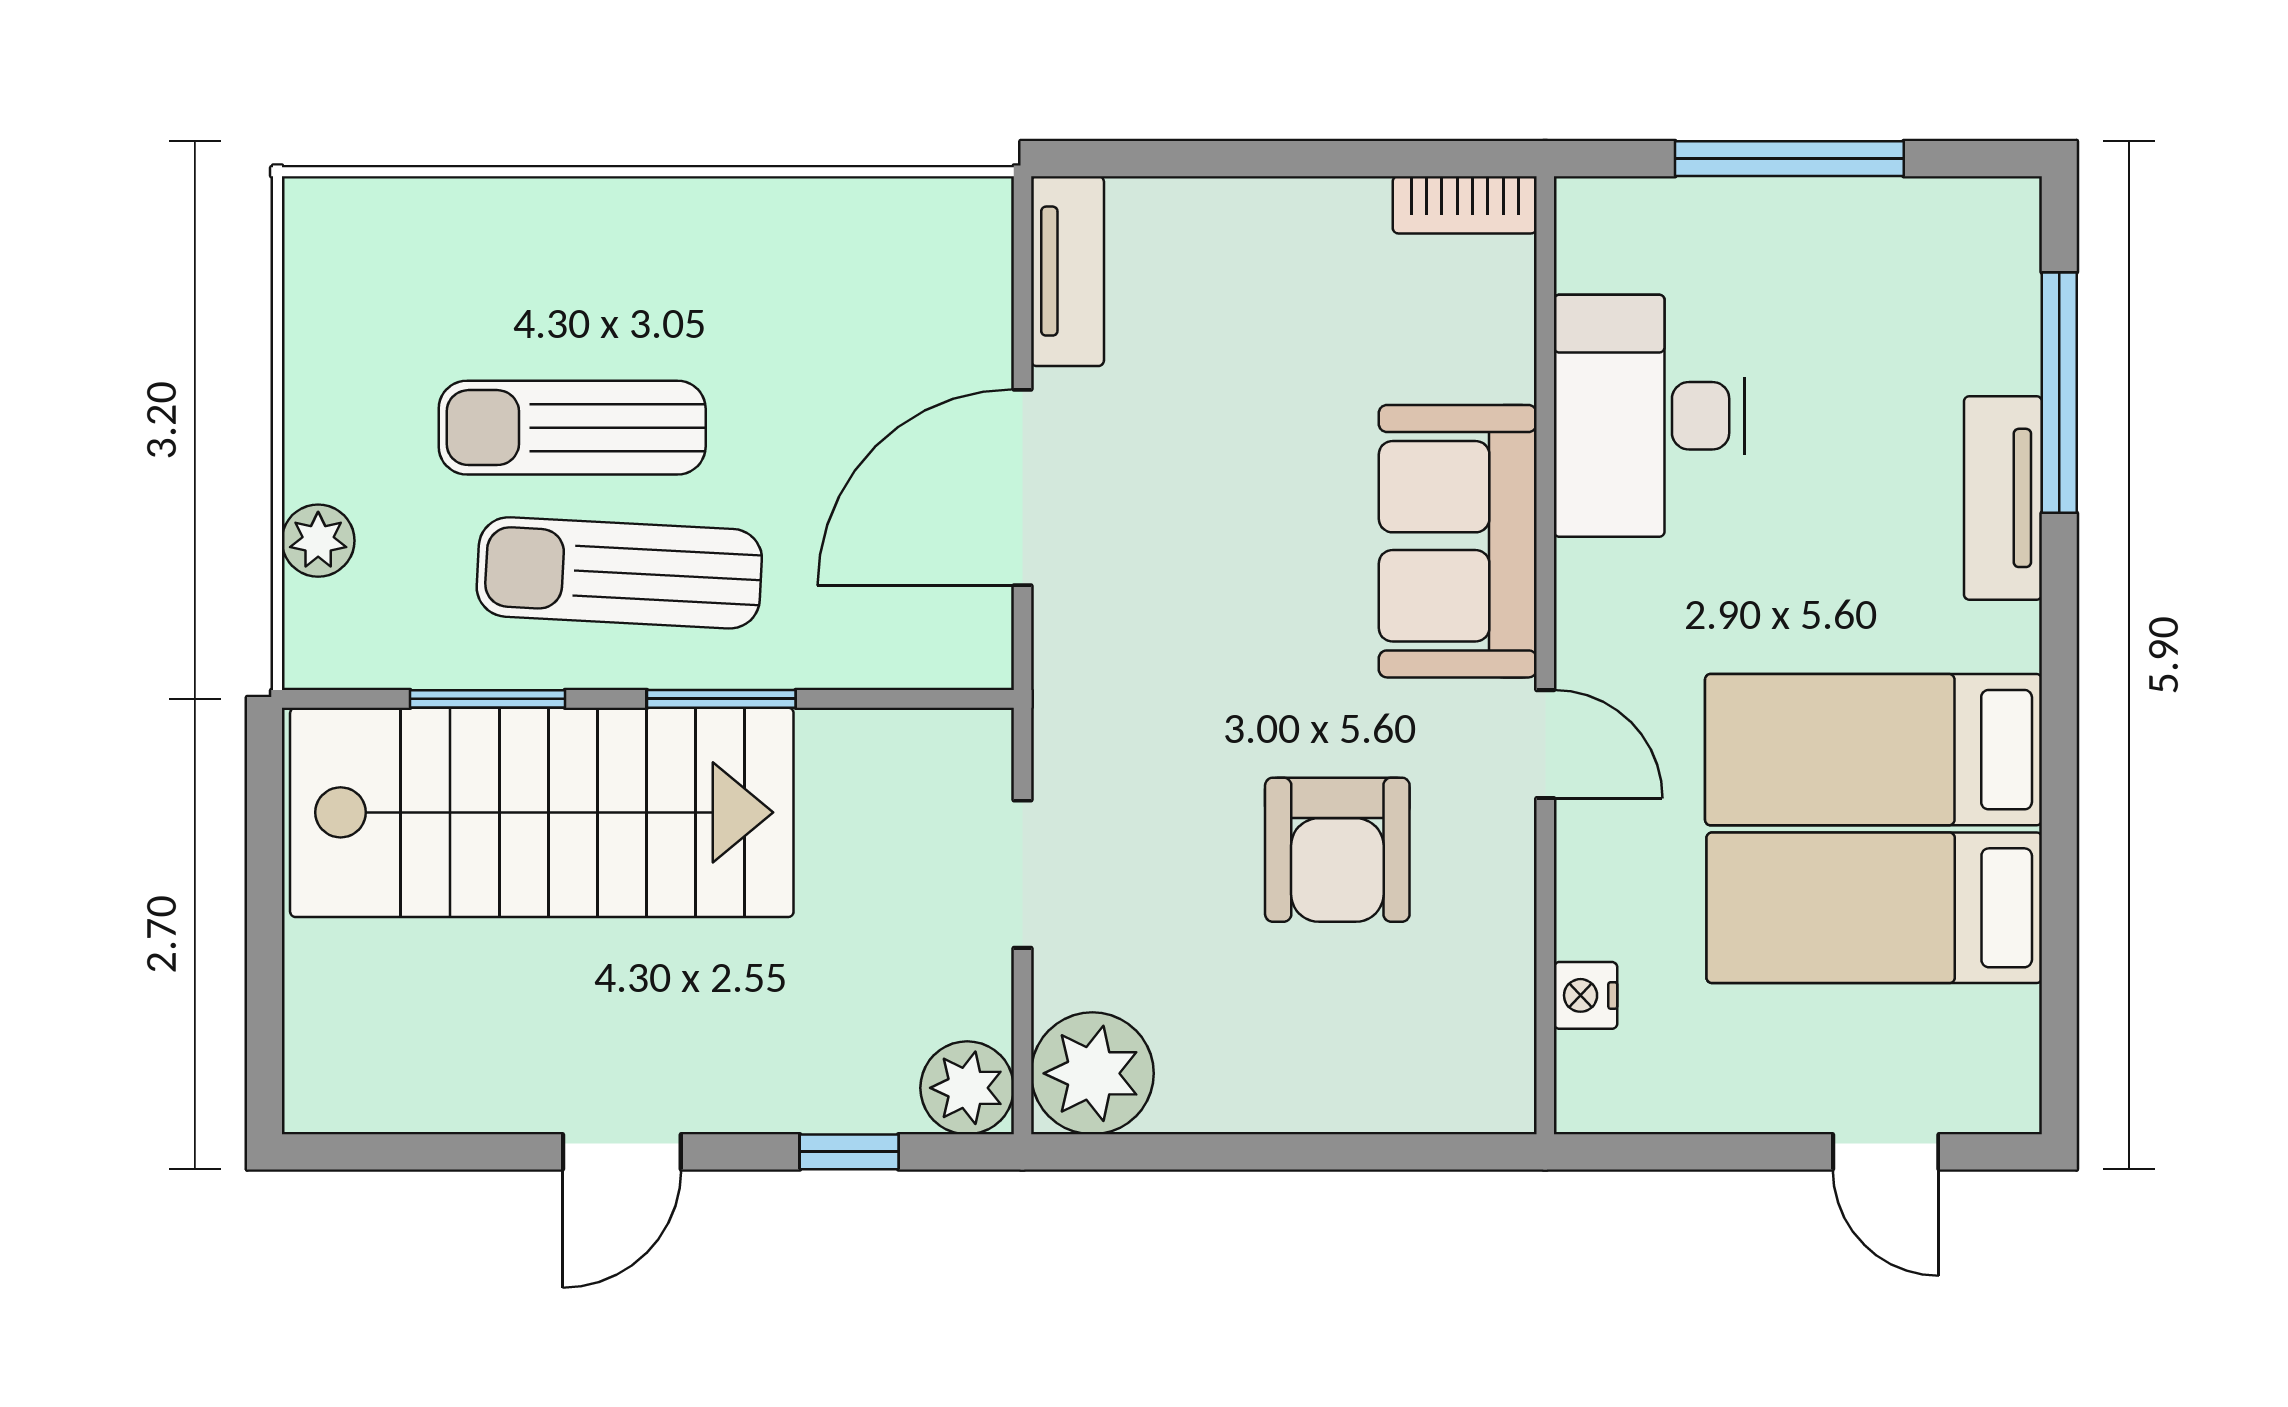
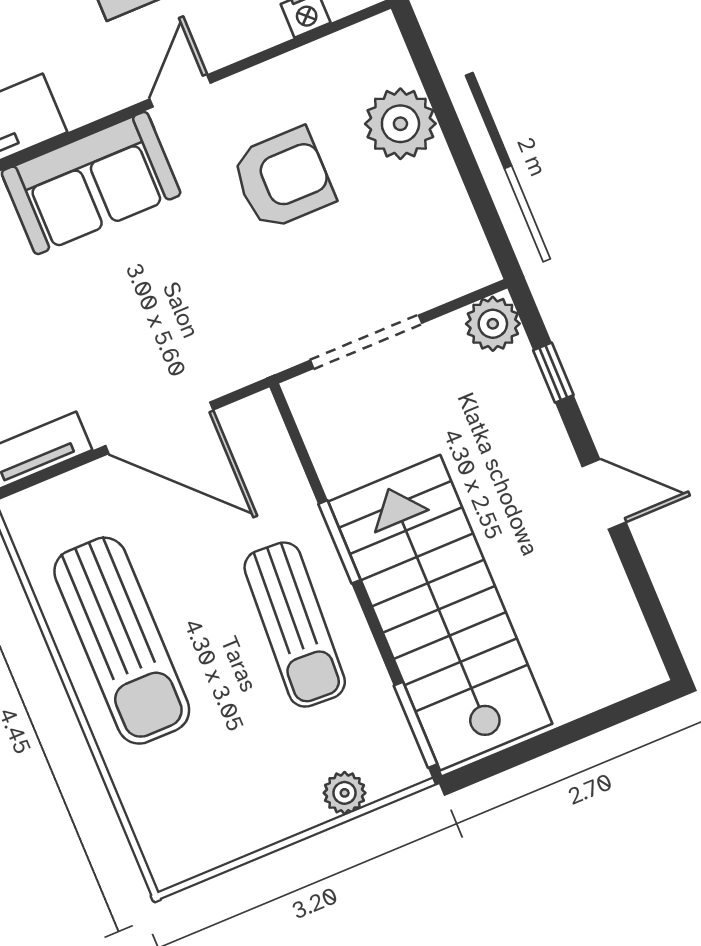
sun lounger: (572, 428) -> (122, 641), moved, width x1.36, depth x1.34
window: (487, 699) -> (416, 725), moved
doorway: (1022, 874) -> (366, 342), width x1.38
plant: (1092, 1073) -> (400, 124), moved

